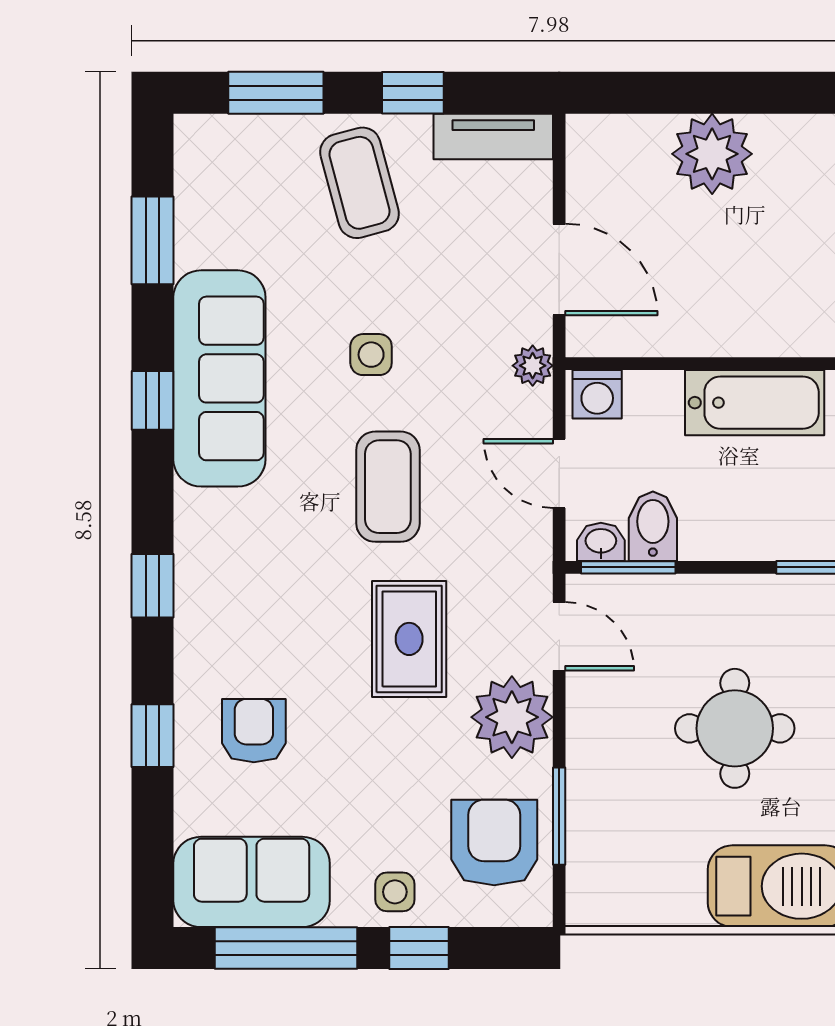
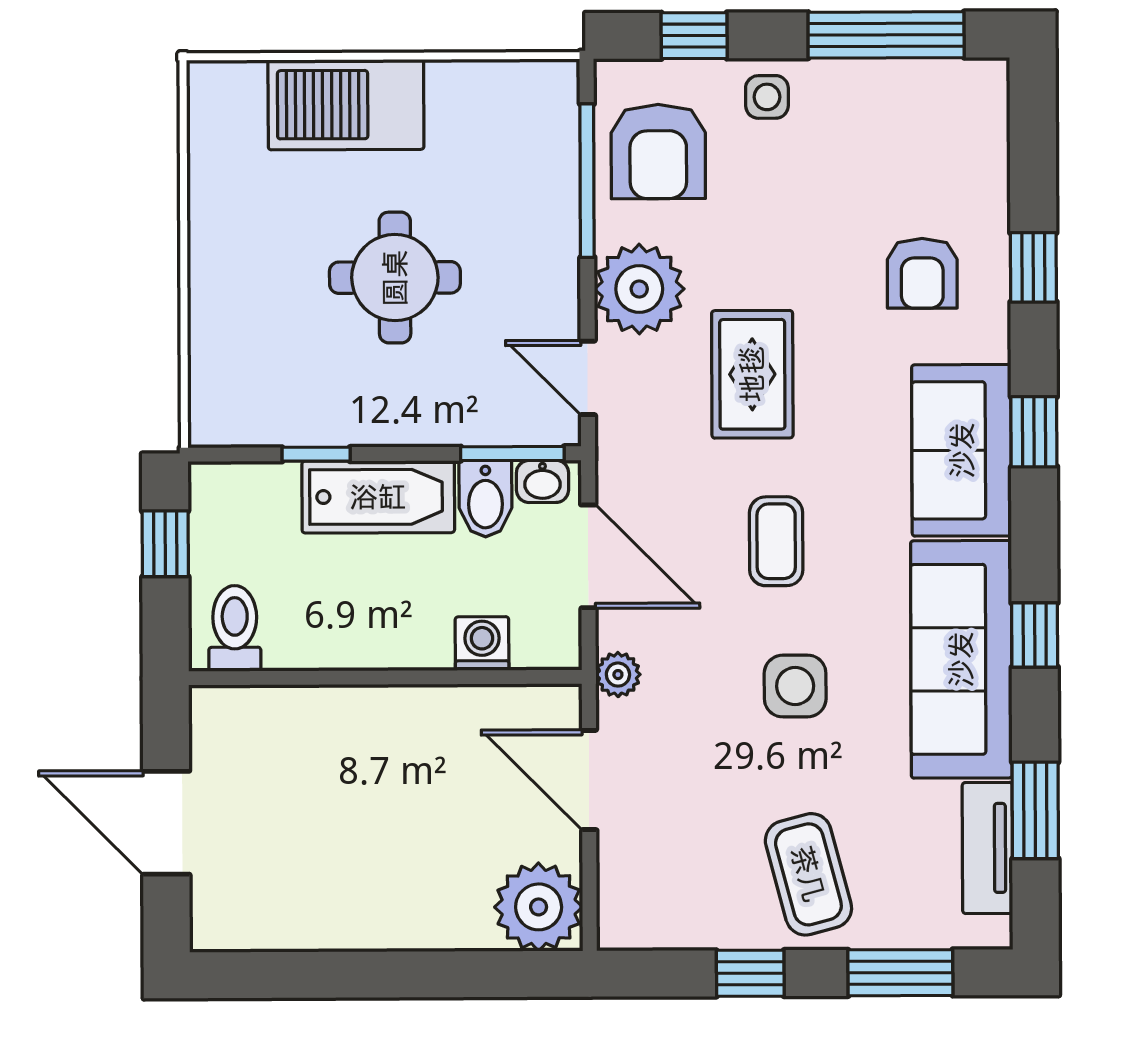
tv unit: (493, 137) -> (987, 848), moved, turned -90
plant: (712, 154) -> (539, 907), moved
side table: (371, 355) -> (795, 686), width x1.37, depth x1.37
washing machine: (597, 394) -> (482, 644), moved
bathtub: (755, 403) -> (378, 497), moved, turned 180
door: (559, 473) -> (588, 556), width x1.38
coffee table: (388, 487) -> (776, 541), width x0.73, depth x0.77
window: (559, 816) -> (587, 181), width x1.44
sofa: (252, 882) -> (962, 450), moved, turned 90
window: (419, 948) -> (694, 36), moved

